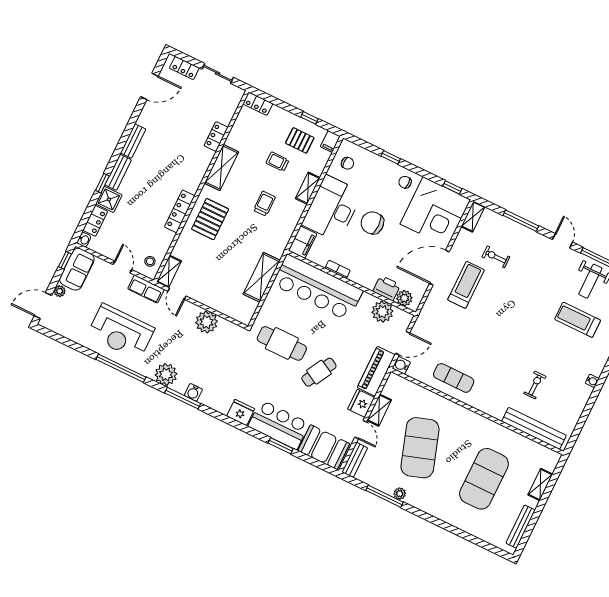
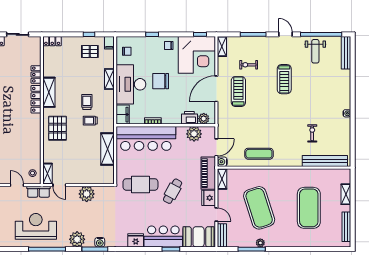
trolley: (278, 162) -> (90, 121), moved
locker: (180, 211) -> (36, 99), moved
treadmill: (578, 320) -> (284, 79), moved, turned -90
reception desk: (121, 332) -> (36, 226), turned 180
shelving: (379, 410) -> (222, 179), moved

